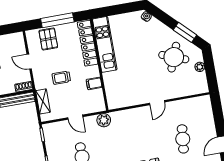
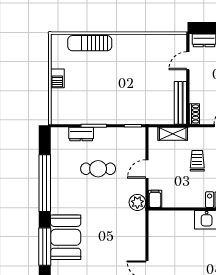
filing cabinet: (94, 83) -> (155, 199), moved

